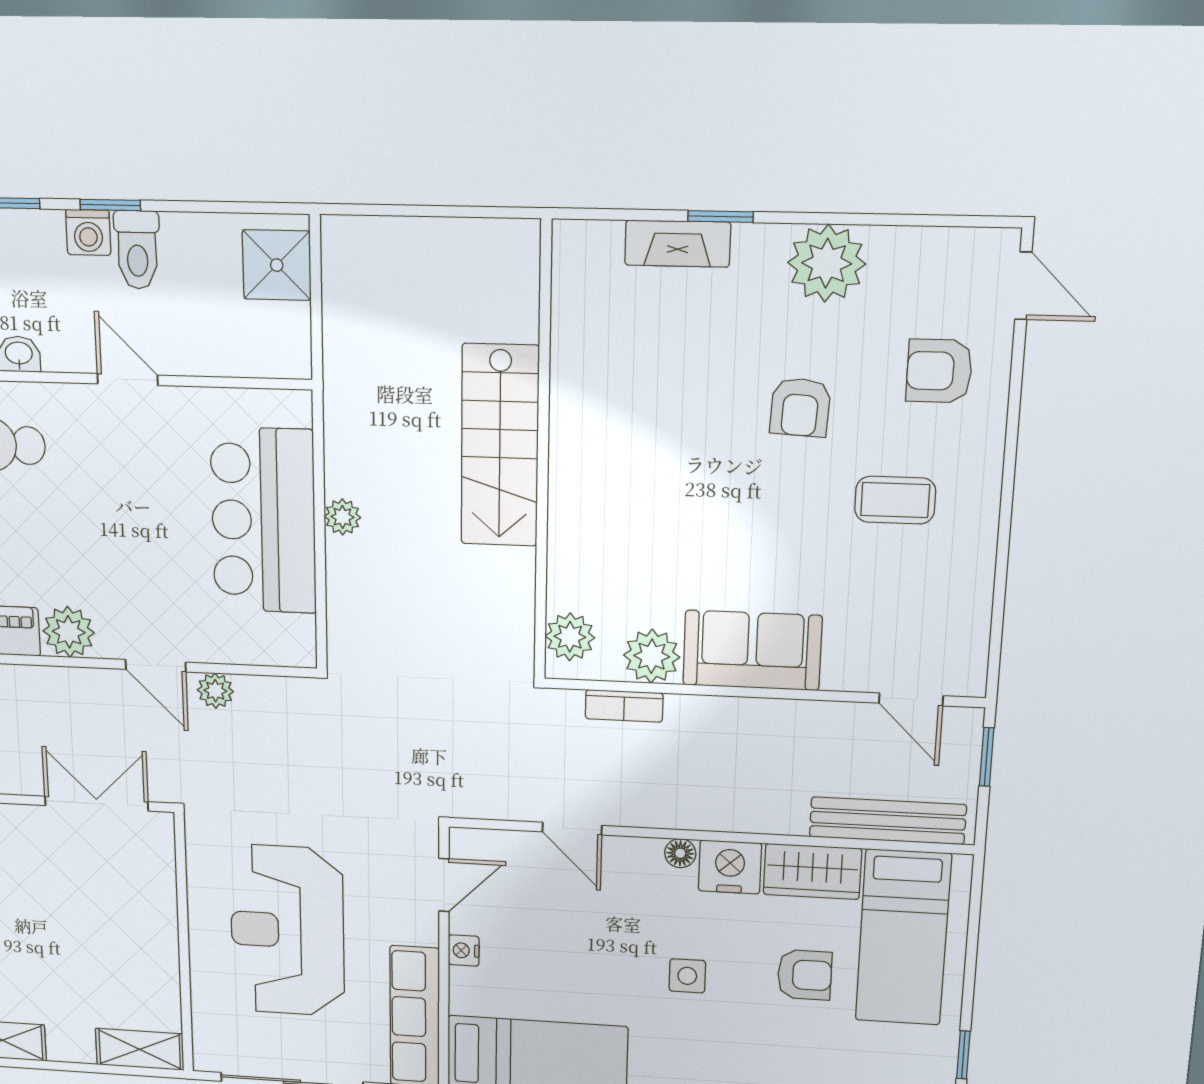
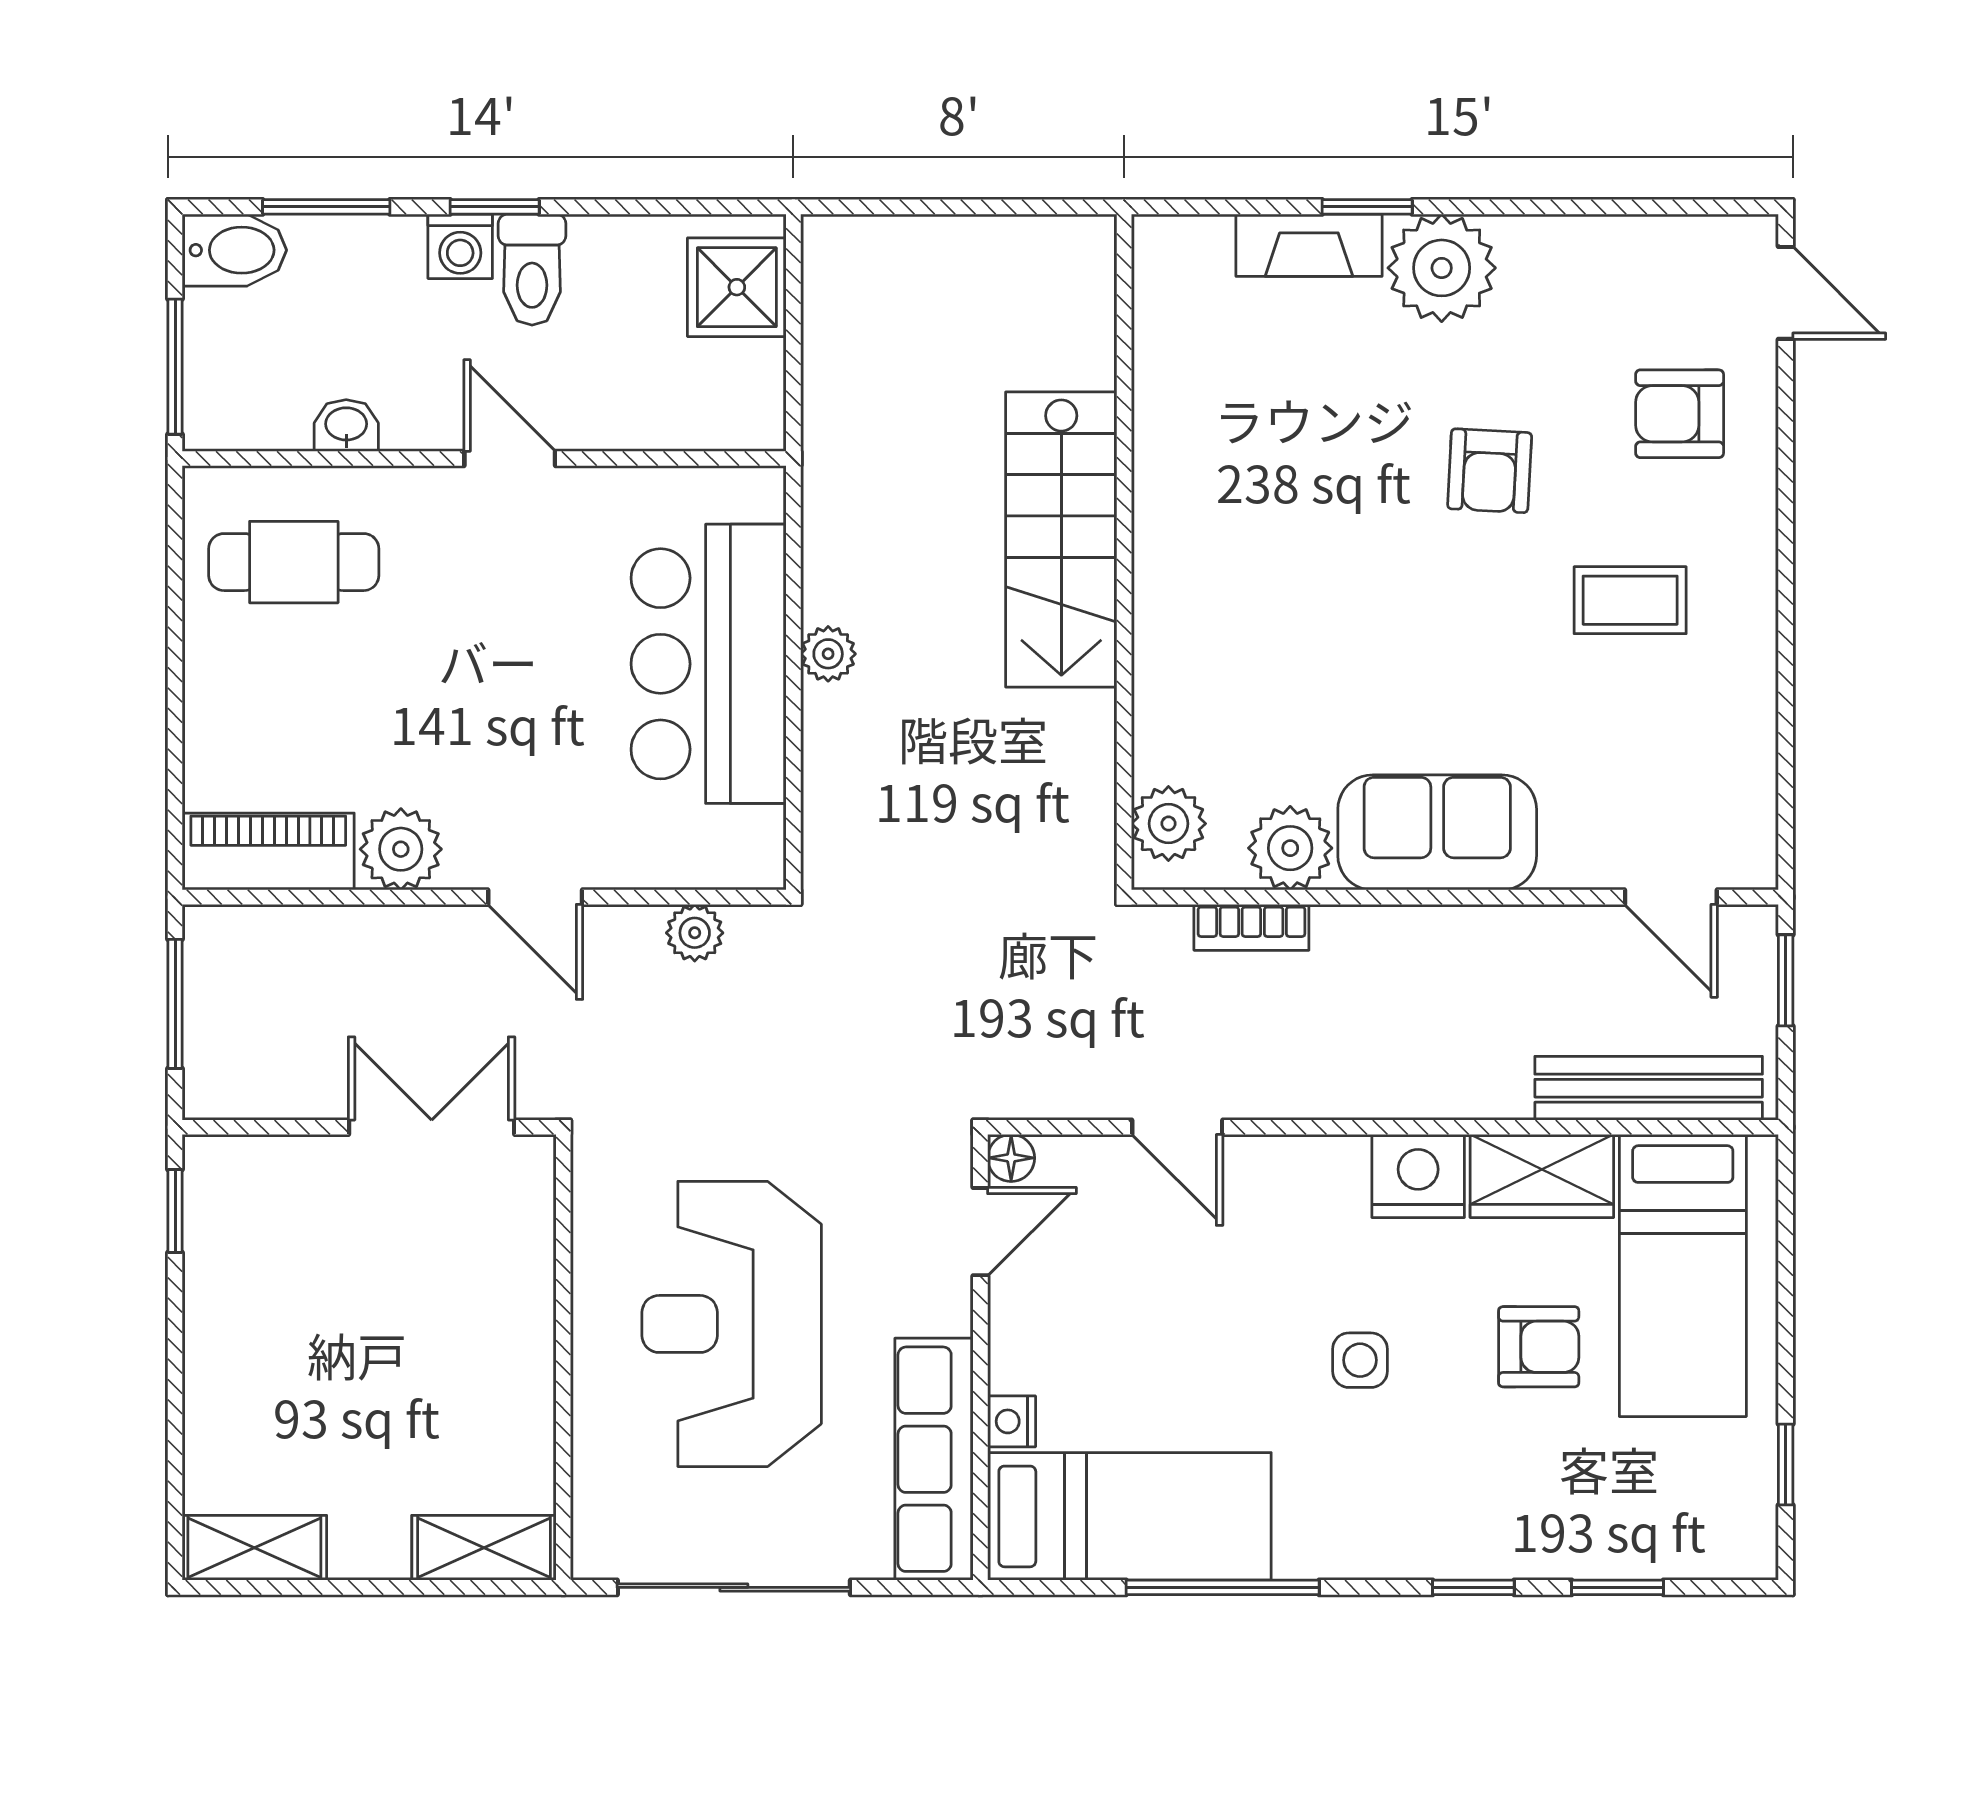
plant: (827, 263) -> (1442, 268), moved
plant: (215, 691) -> (695, 933), moved
floor lamp: (680, 853) -> (1011, 1158), moved
nightstand: (464, 950) -> (1012, 1421), moved

